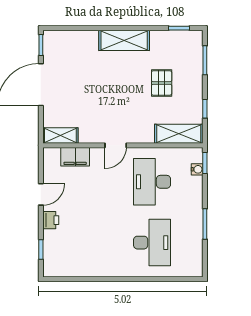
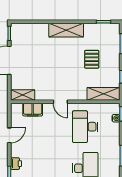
door: (116, 145) -> (60, 102), hinge flipped
printer: (51, 220) -> (16, 164), moved

